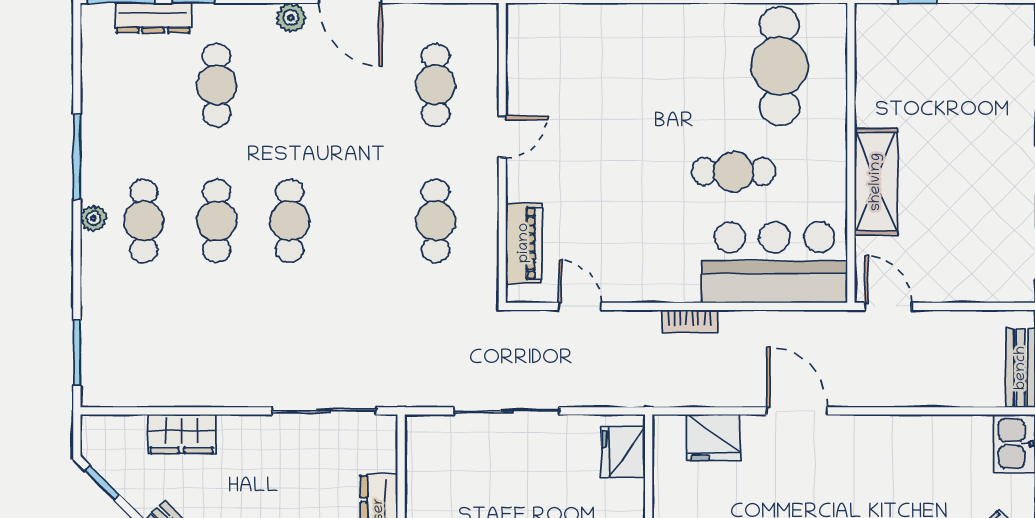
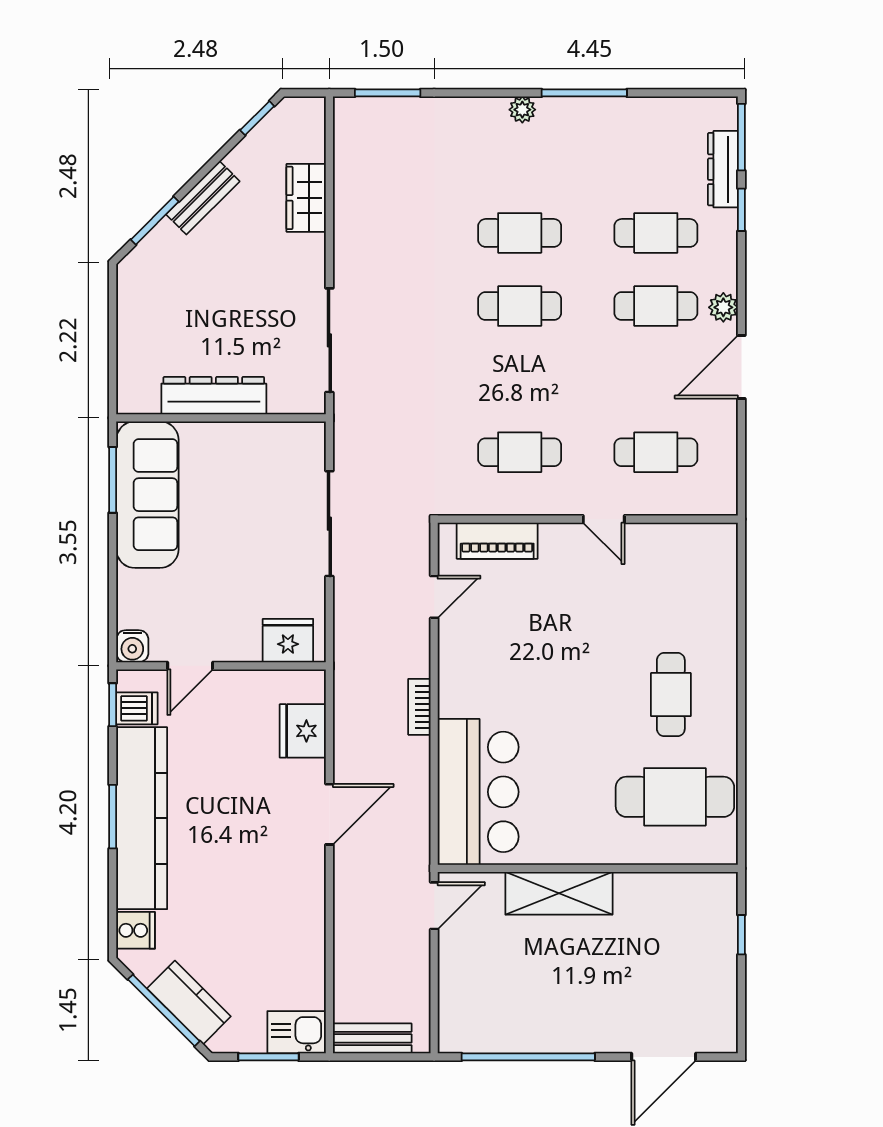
cafe table: (734, 172) -> (671, 695), moved
cafe table: (144, 221) -> (656, 306), moved

